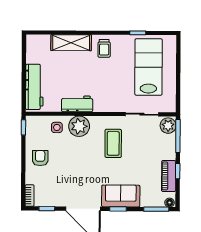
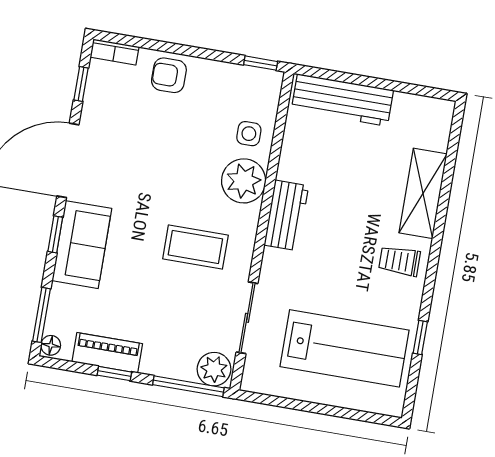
workbench: (77, 104) -> (286, 215), moved
armchair: (40, 158) -> (169, 75), moved, turned 180

